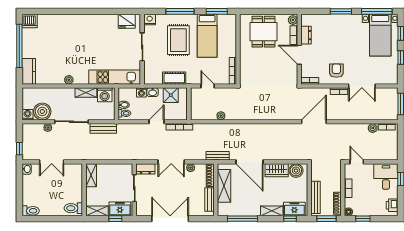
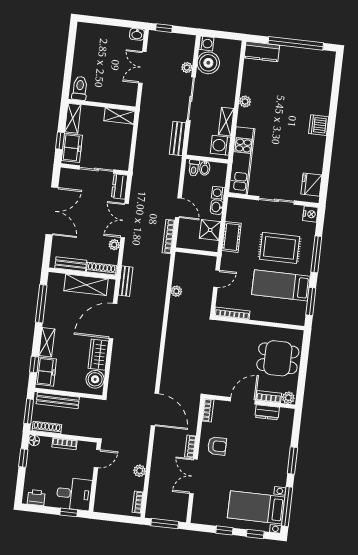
dishwasher: (30, 21) -> (319, 125), moved
plant: (373, 128) -> (140, 471), moved
toilet: (31, 211) -> (83, 33), removed

